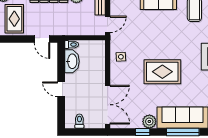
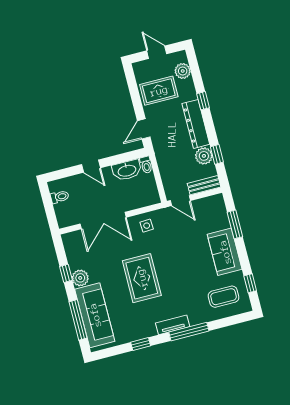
door: (61, 89) -> (91, 166), swing flipped
double door: (108, 105) -> (103, 221), moved

